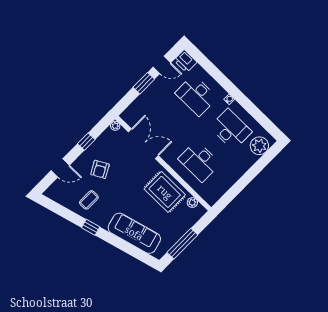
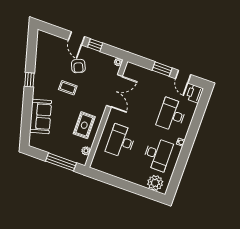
door: (60, 168) -> (76, 38), moved
armchair: (100, 169) -> (78, 66), turned -85
rug: (165, 192) -> (84, 125), width x0.73, depth x0.70
coffee table: (89, 200) -> (68, 88), moved
sofa: (134, 233) -> (41, 116), width x0.73
window: (182, 244) -> (61, 162), moved

